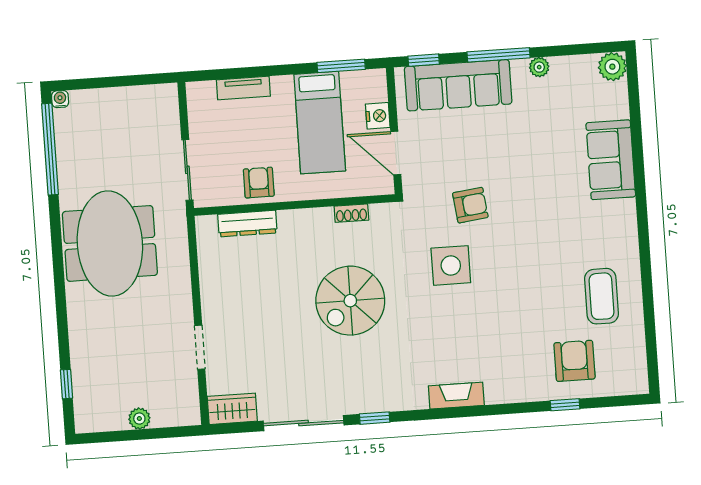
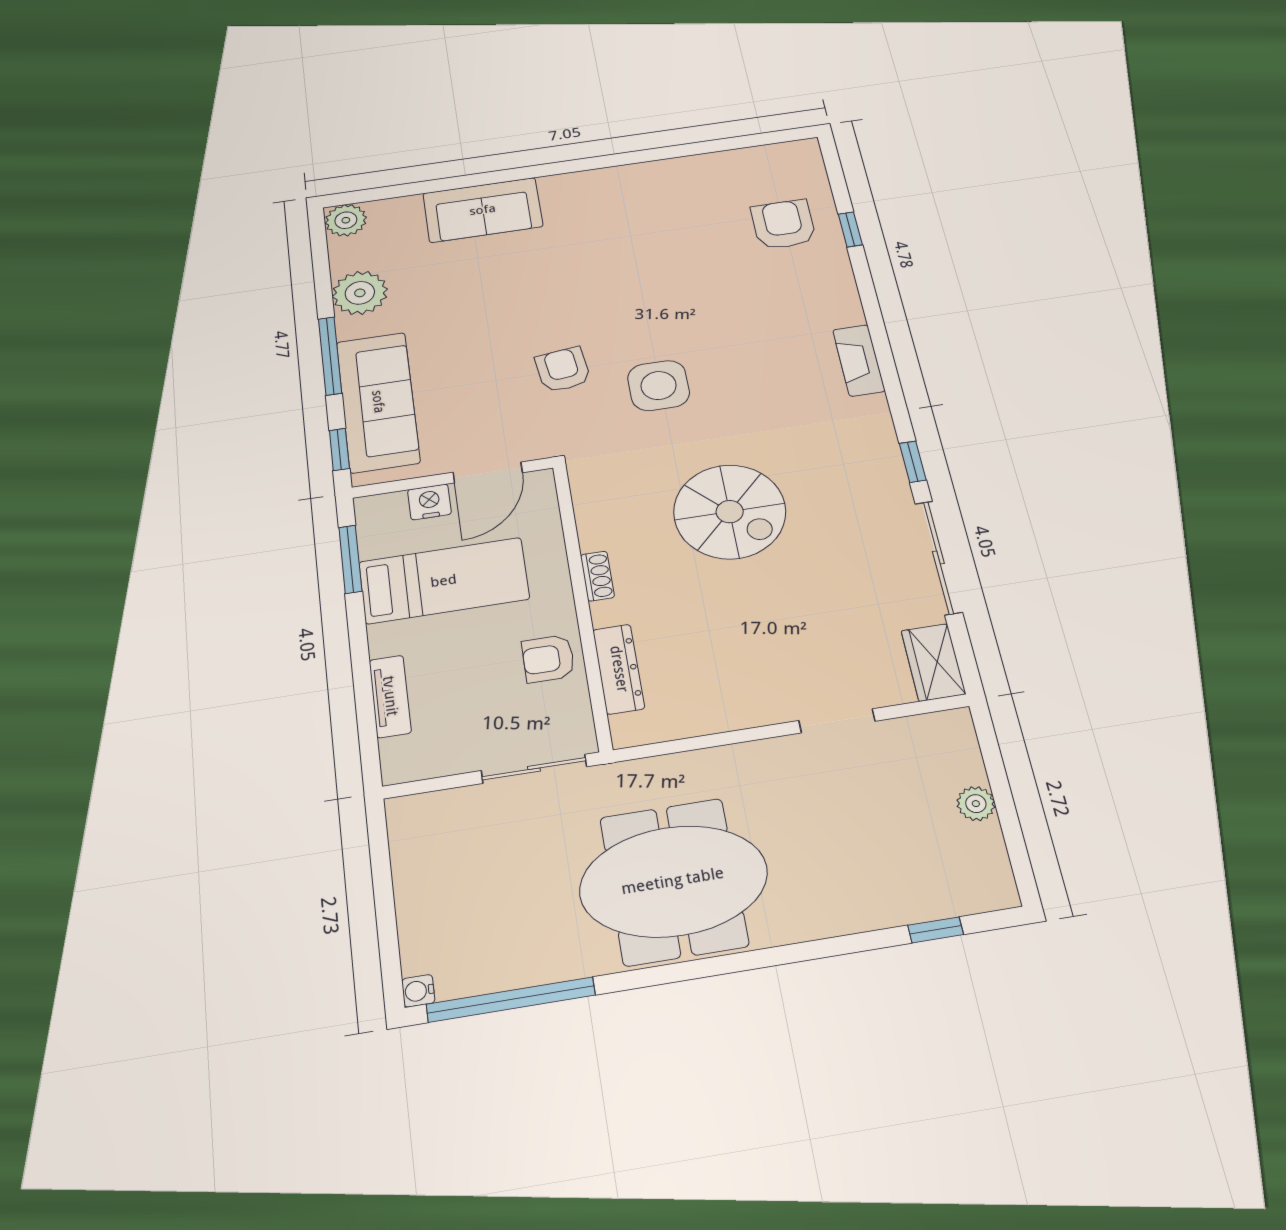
plant: (539, 67) -> (360, 293), width x1.88, depth x1.88
shoe rack: (351, 213) -> (597, 576), moved
coffee table: (601, 296) -> (684, 202), removed
armchair: (574, 361) -> (783, 224), turned 90

